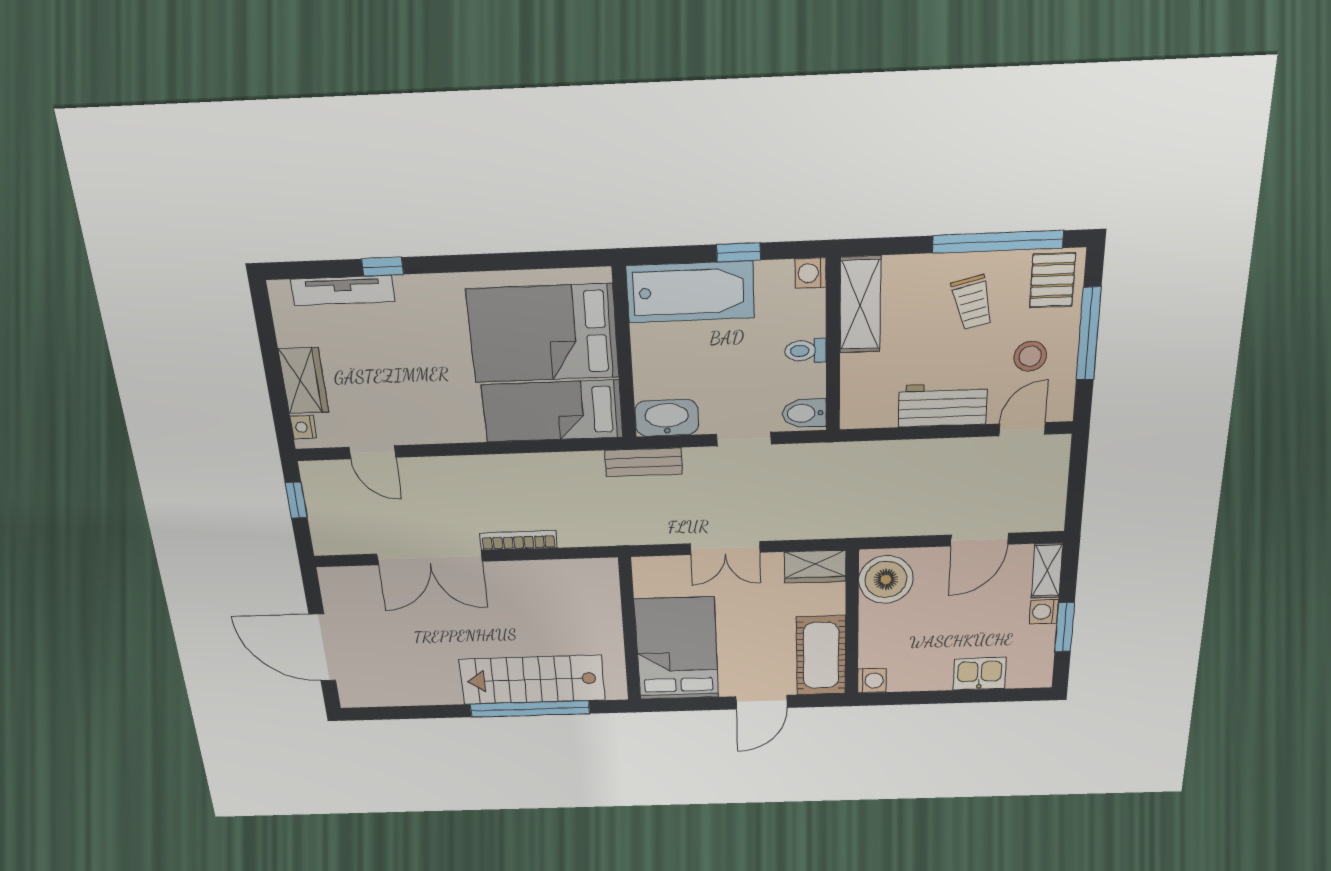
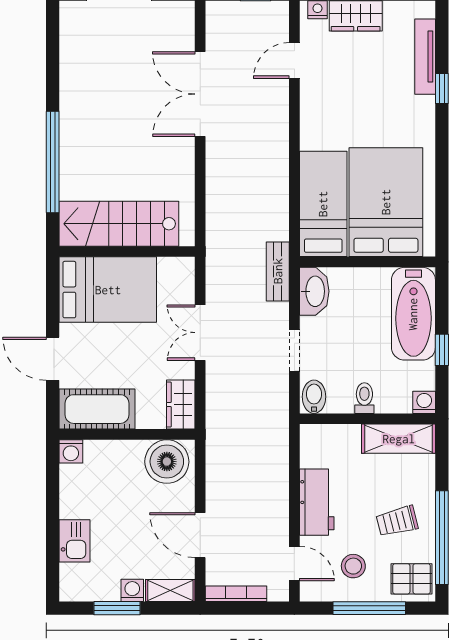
bookcase: (518, 540) -> (236, 594), moved, turned -90
stairs: (532, 680) -> (119, 224), moved, turned -90

